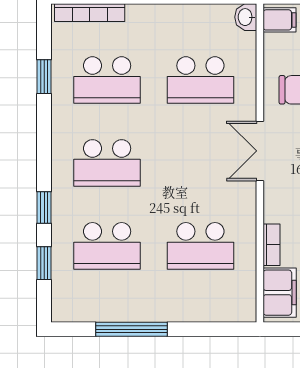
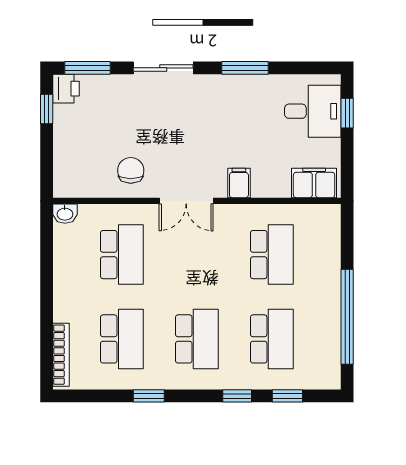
filing cabinet: (280, 20) -> (239, 183), moved
window: (44, 77) -> (149, 396), moved
bookcase: (272, 245) -> (271, 190), removed
window: (132, 329) -> (347, 317), width x1.46

